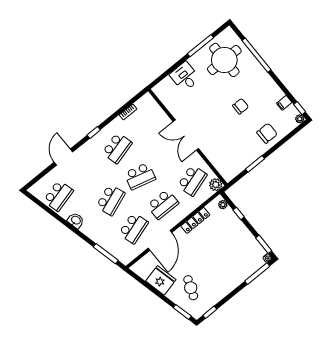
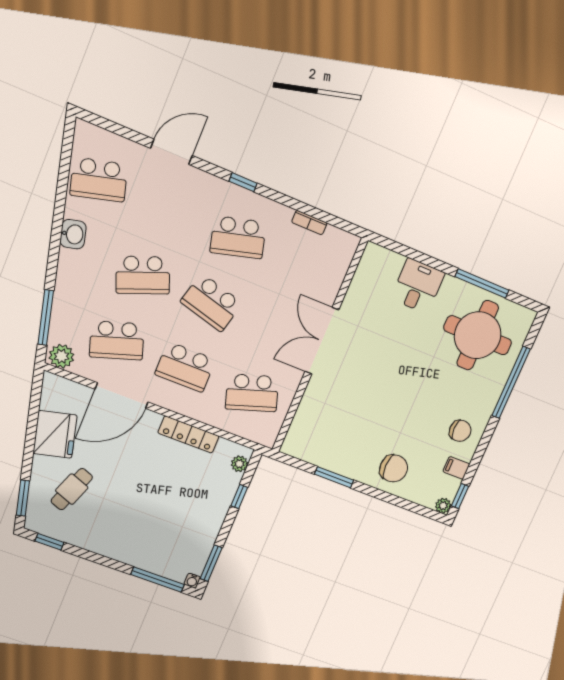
chair: (241, 106) -> (460, 431), moved
plant: (216, 185) -> (61, 356), moved

